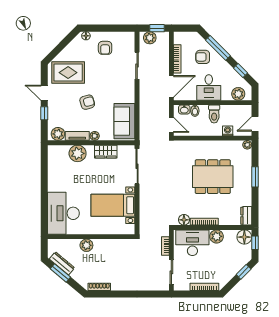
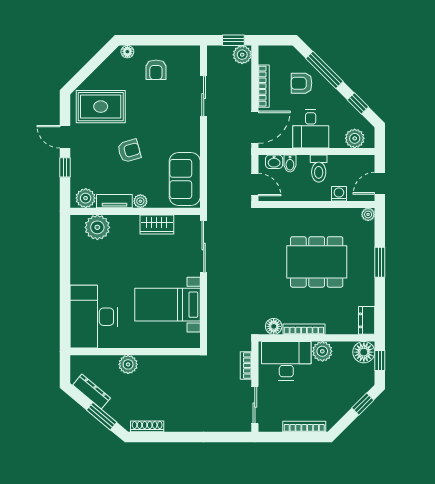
plant: (150, 38) -> (242, 55), moved
plant: (78, 153) -> (97, 227), moved
window: (60, 273) -> (102, 416), moved

